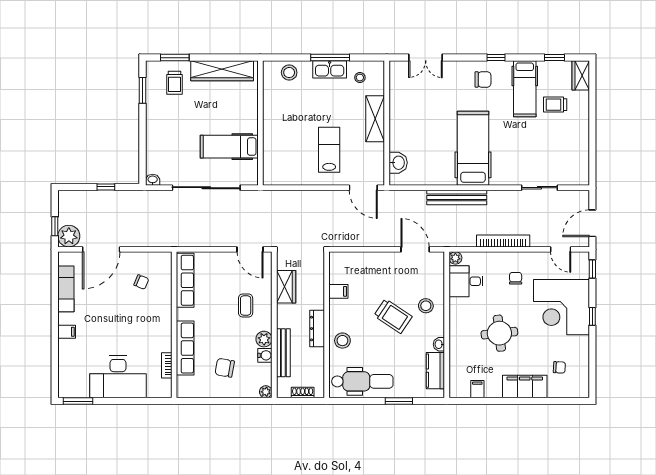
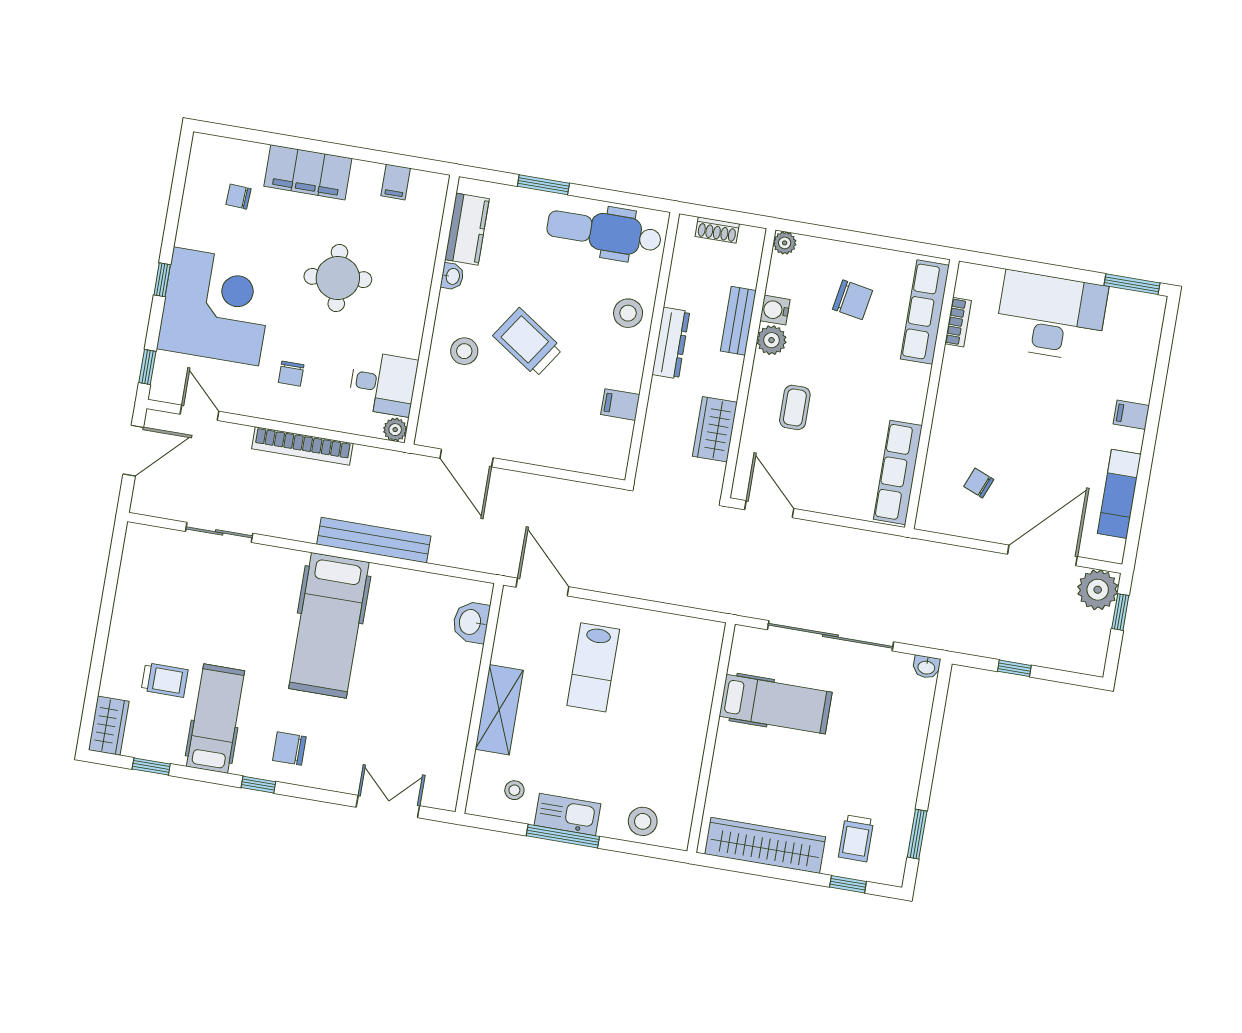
window: (175, 58) -> (848, 884), width x0.67
trolley: (175, 83) -> (856, 838), turned 180
row of seats: (185, 348) -> (925, 312), moved
bench: (283, 353) -> (738, 321), width x0.73

